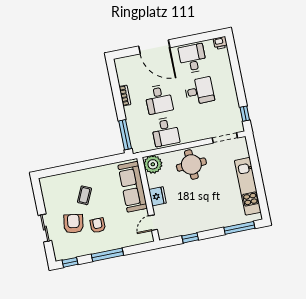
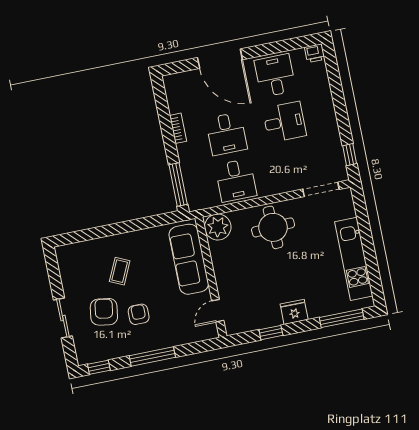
fridge: (157, 196) -> (294, 312), moved, turned -90

